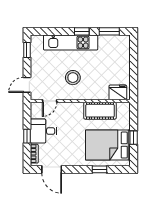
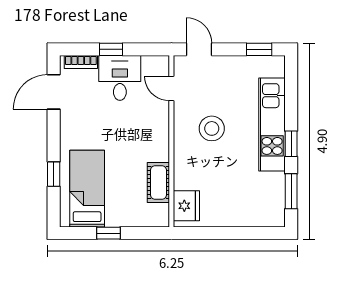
cot: (100, 111) -> (158, 183), width x0.73, depth x0.75
bed: (108, 145) -> (87, 189), width x0.67

